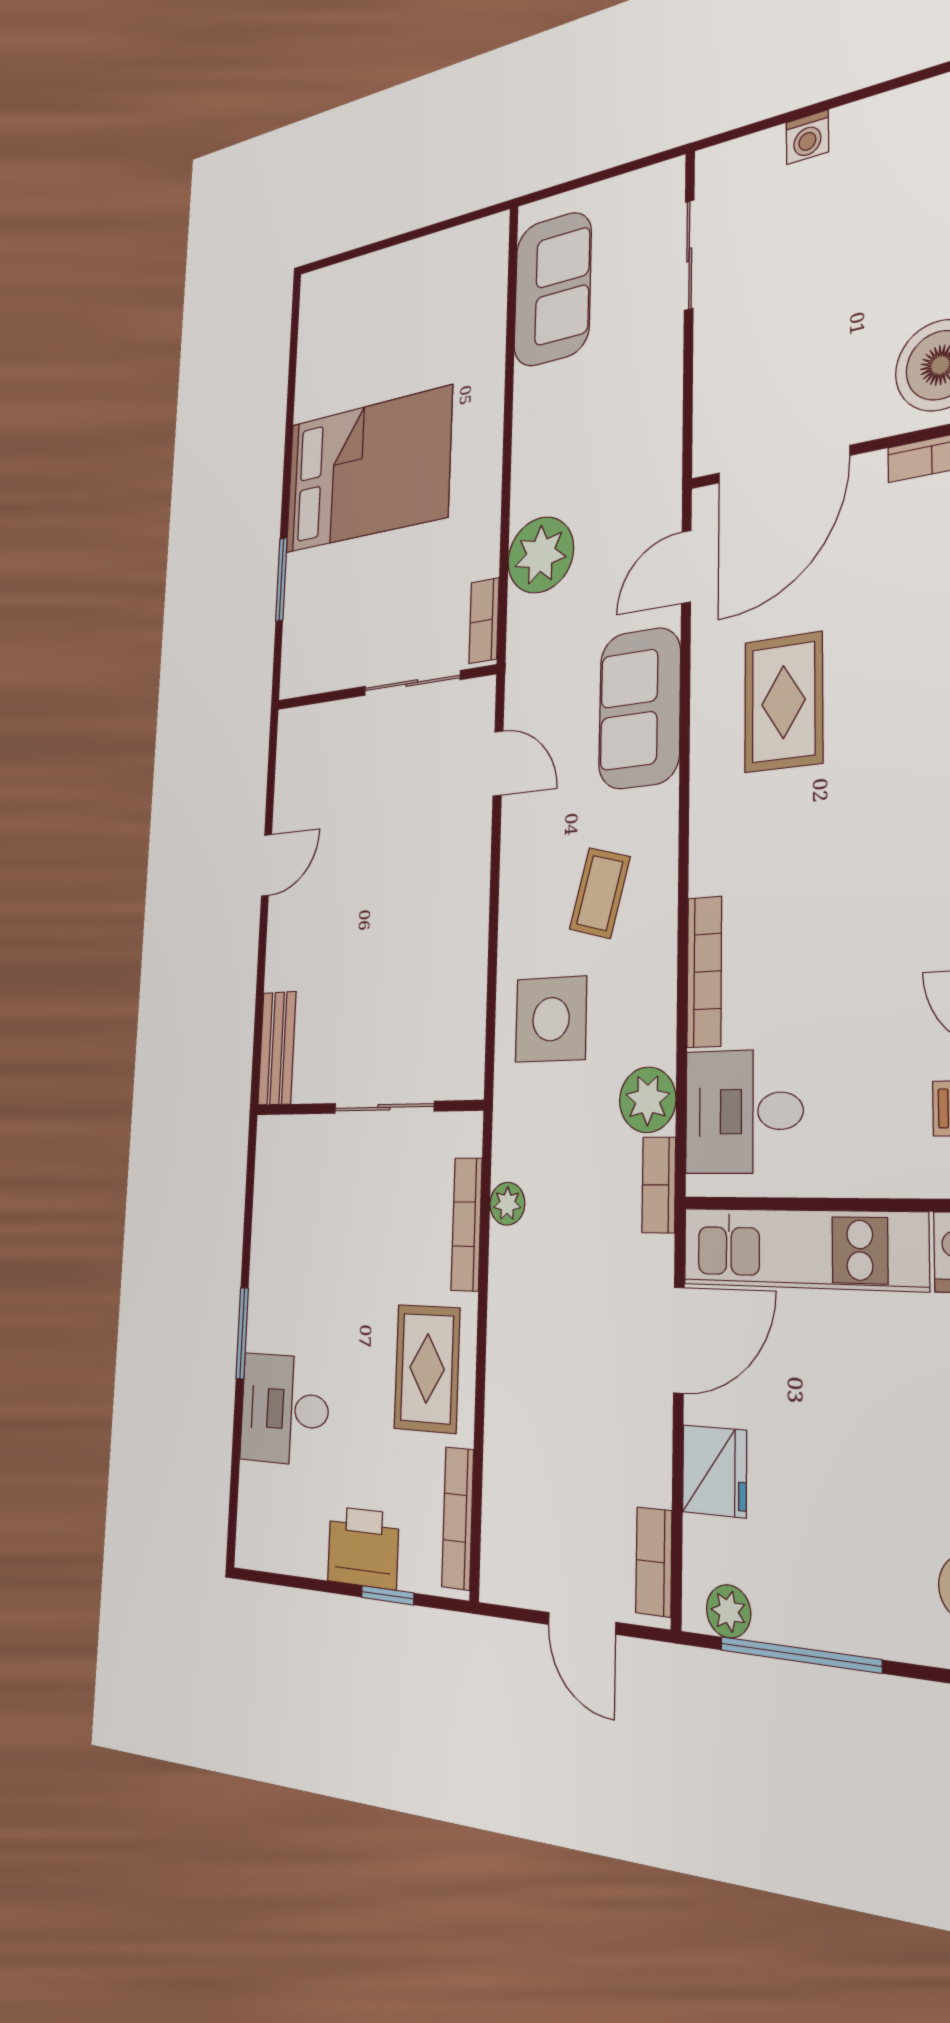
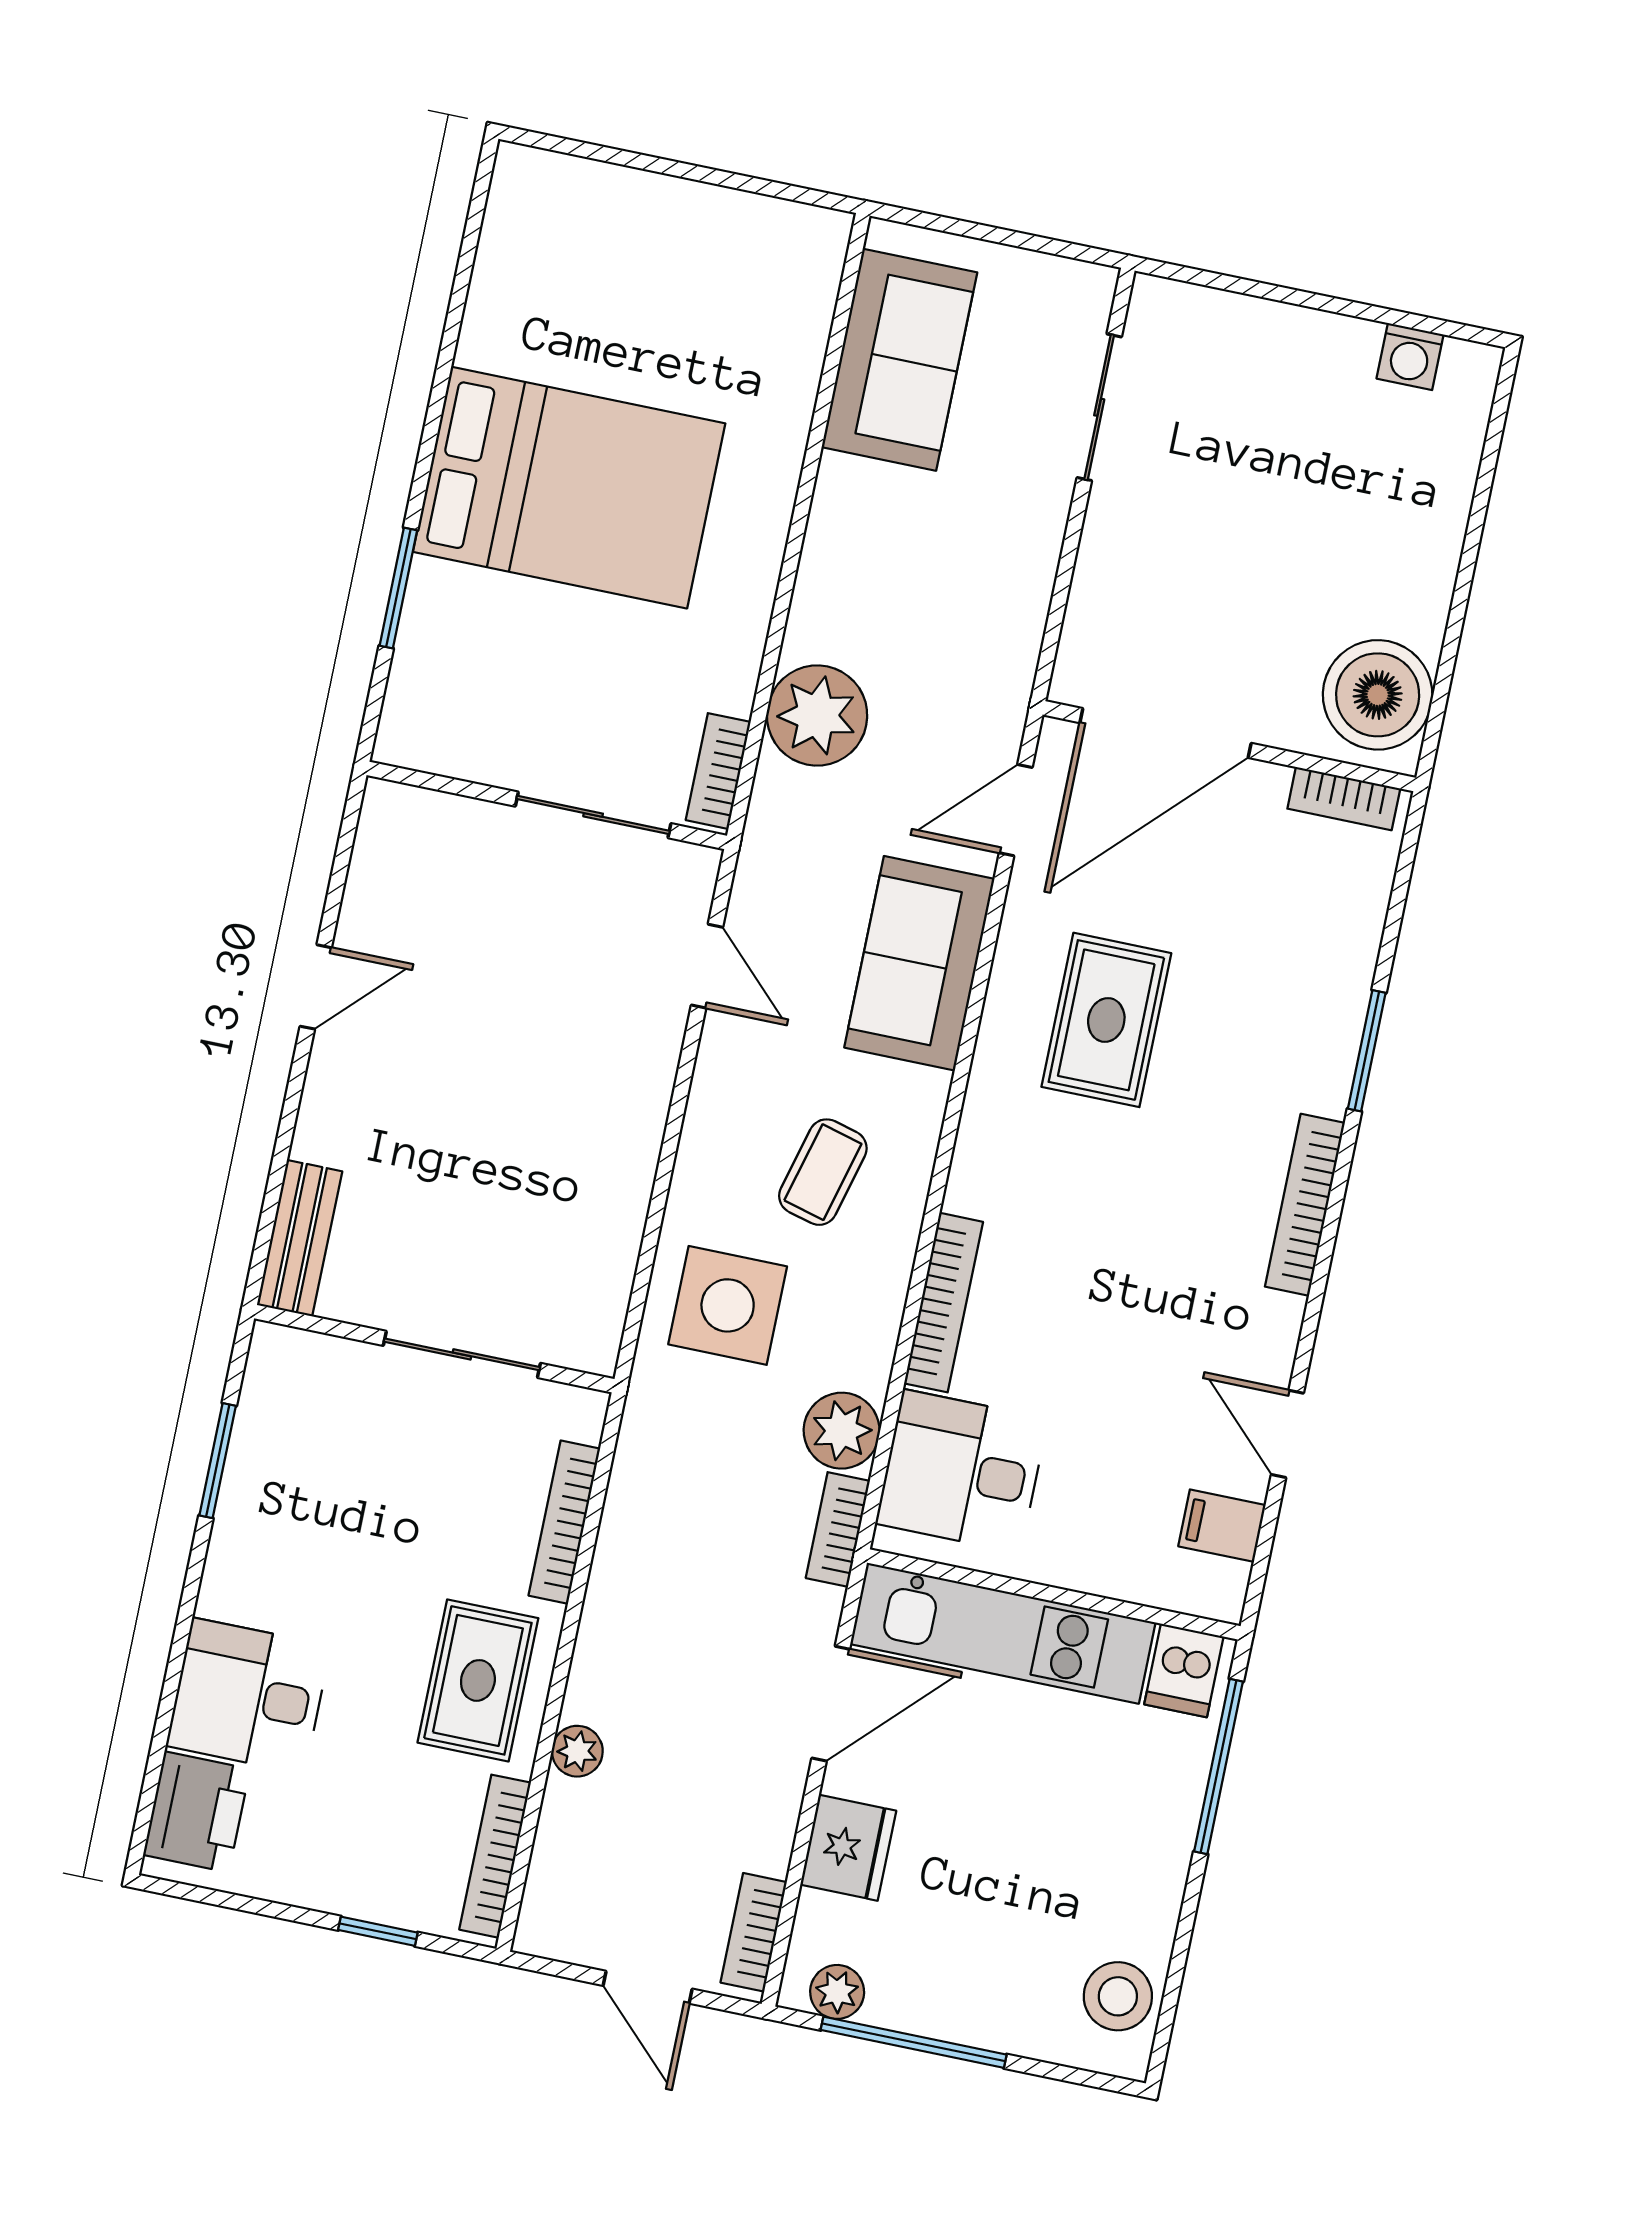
washing machine: (807, 137) -> (1410, 357), moved
plant: (507, 1204) -> (577, 1751), moved
window: (242, 1333) -> (218, 1461), moved
printer: (363, 1548) -> (197, 1812), moved, turned 90

